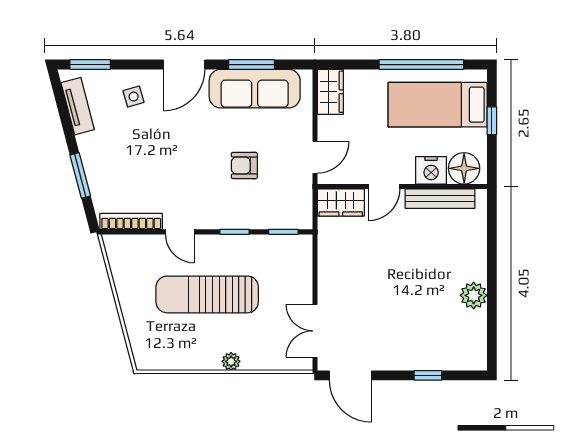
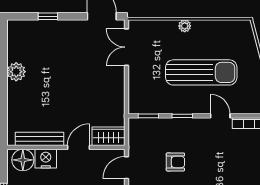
double door: (315, 331) -> (126, 47), swing flipped

